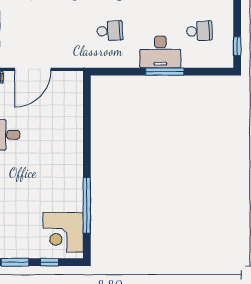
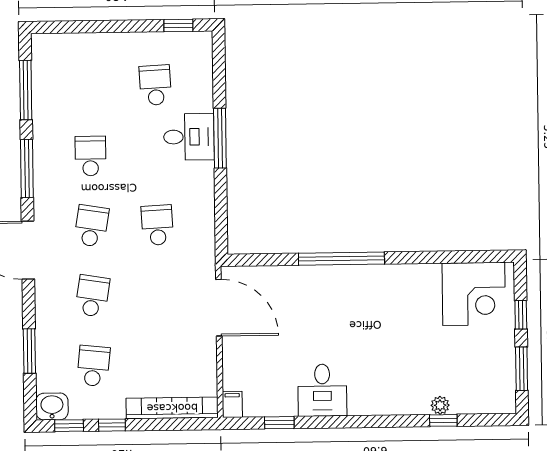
desk: (160, 52) -> (189, 137), width x0.73
door: (33, 69) -> (219, 308), moved
window: (87, 205) -> (341, 259), moved

